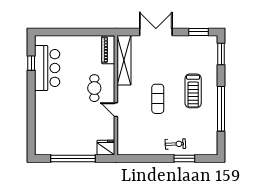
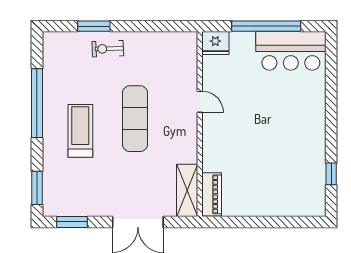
shelving: (124, 60) -> (187, 190), width x0.68
bar counter: (47, 68) -> (291, 51), moved, turned -90
cafe table: (94, 88) -> (233, 135), removed
exercise mat: (158, 99) -> (135, 119), width x1.36, depth x1.45

